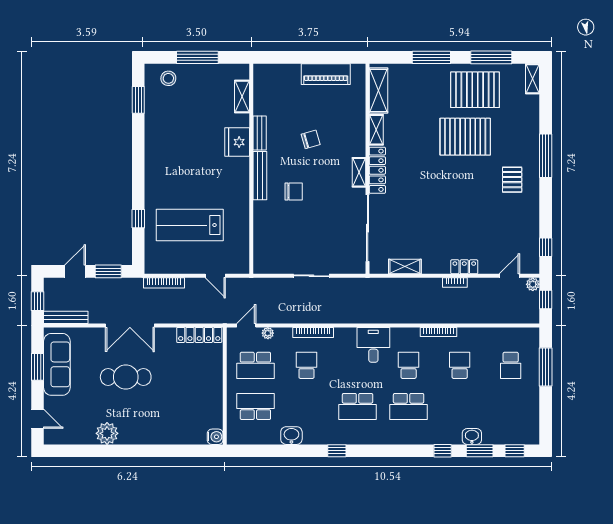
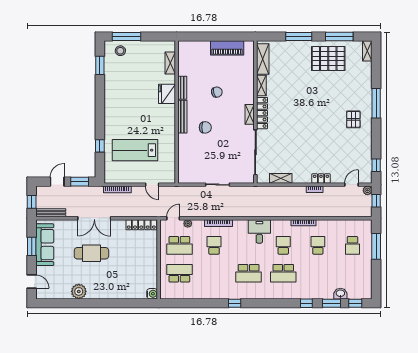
window: (197, 57) -> (127, 36), moved
pallet: (465, 137) -> (322, 90), removed
washbasin: (291, 436) -> (204, 293), removed
washbasin: (472, 437) -> (340, 294), moved

